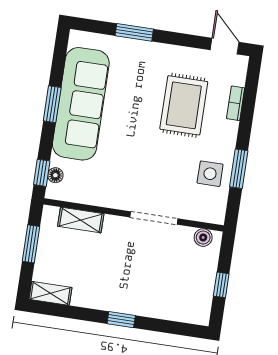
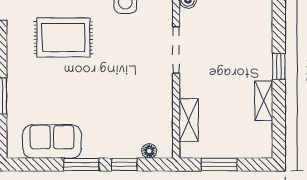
sofa: (81, 104) -> (52, 141), width x0.54, depth x0.79
window: (42, 173) -> (124, 164), moved
shelving: (50, 293) -> (264, 101), moved

